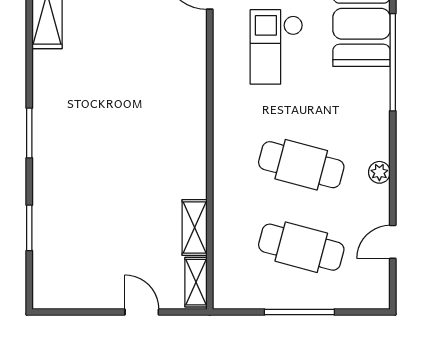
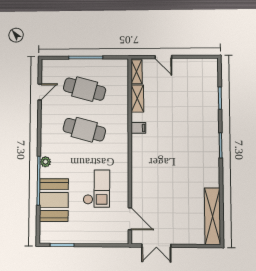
filing cabinet: (192, 168) -> (138, 128), added
plant: (379, 172) -> (45, 162), moved

